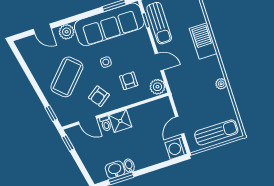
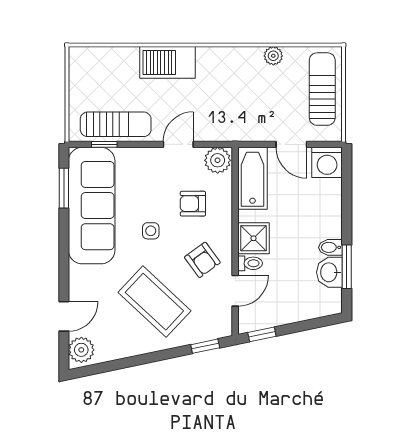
plant: (67, 32) -> (81, 350), moved
plant: (221, 84) -> (273, 56), moved
bathtub: (154, 110) -> (253, 178), added

